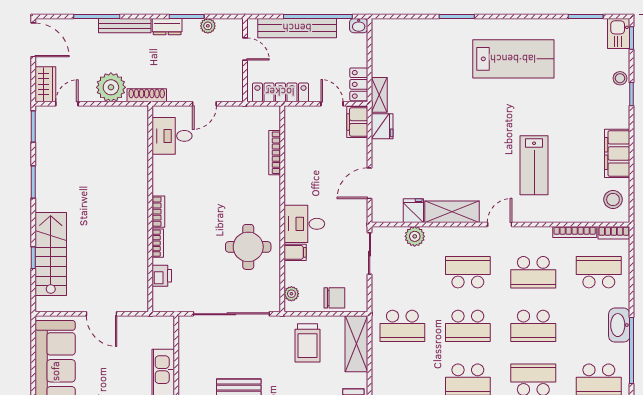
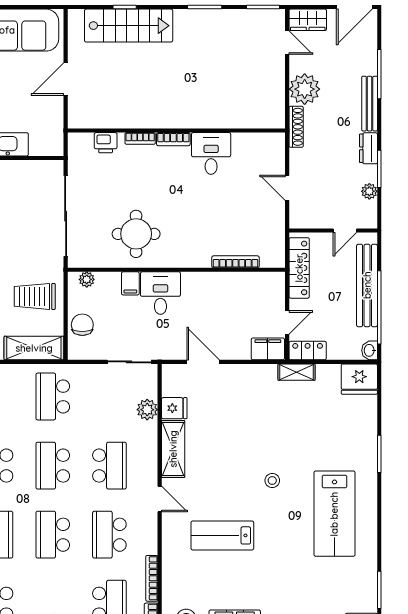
stool: (482, 118) -> (272, 481), added
fridge: (382, 126) -> (359, 379), moved, width x1.36, depth x1.34
desk: (172, 136) -> (211, 153), moved
chair: (334, 298) -> (82, 325), turned 180

